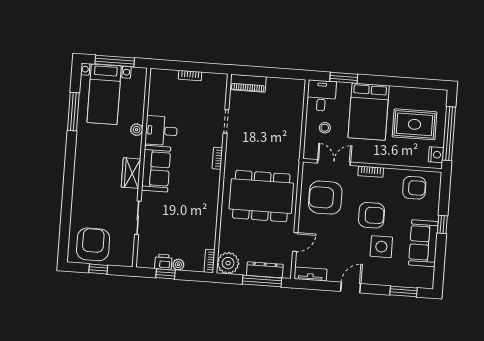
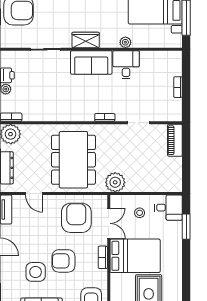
bed: (369, 112) -> (135, 256), moved, turned 180
plant: (289, 152) -> (115, 182), added
armchair: (371, 215) -> (63, 261), turned 90

